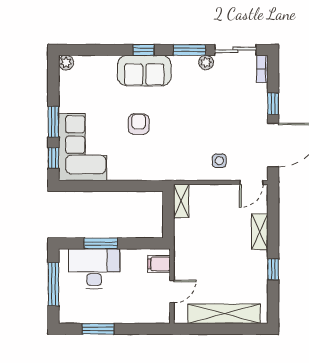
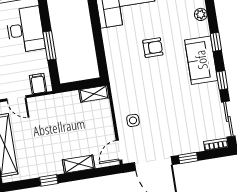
window: (189, 50) -> (222, 80), width x0.67
plant: (206, 62) -> (201, 14), moved
sofa: (144, 71) -> (201, 60), moved
door: (251, 182) -> (119, 150), hinge flipped
window: (101, 243) -> (50, 46), moved

